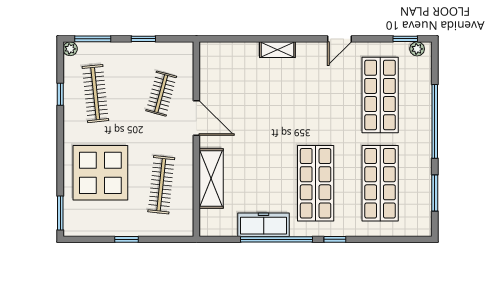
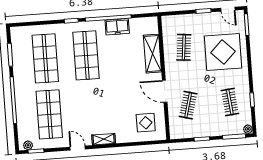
door: (340, 39) -> (78, 148), hinge flipped
shelving: (277, 50) -> (104, 139), moved
display table: (230, 71) -> (146, 123), added
clothes rail: (95, 94) -> (230, 102), width x0.73
clothes rail: (161, 185) -> (184, 47), width x0.73
freezer: (264, 225) -> (117, 27), width x0.71
door: (88, 239) -> (228, 9), added

